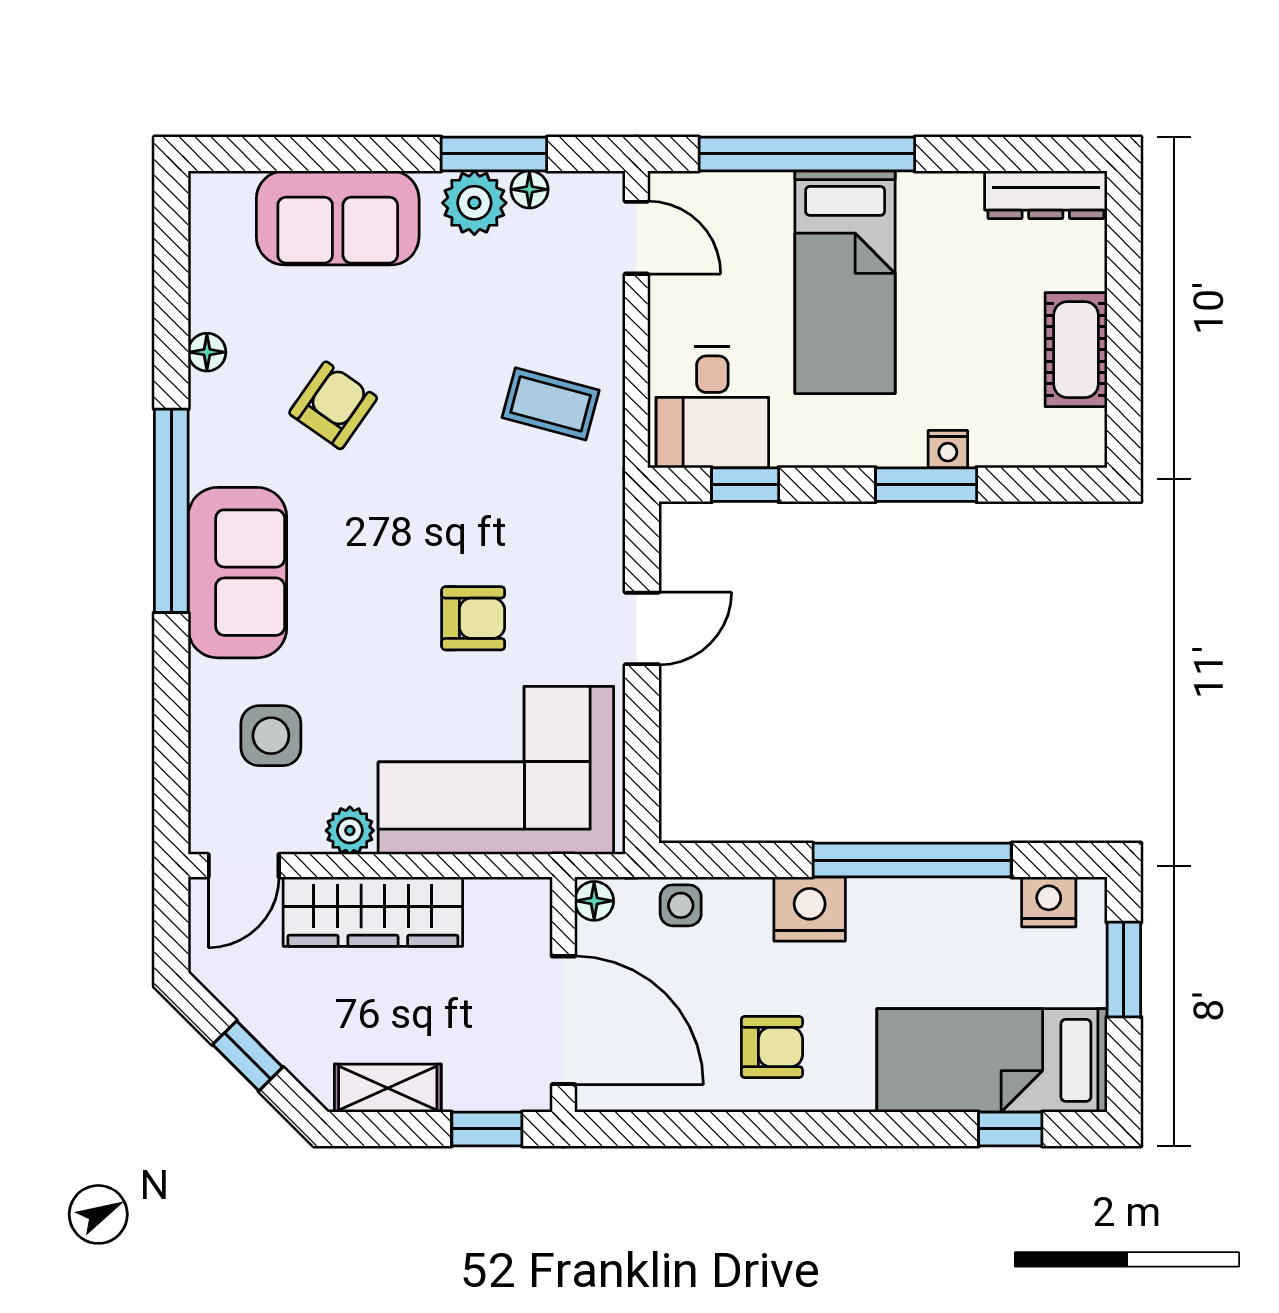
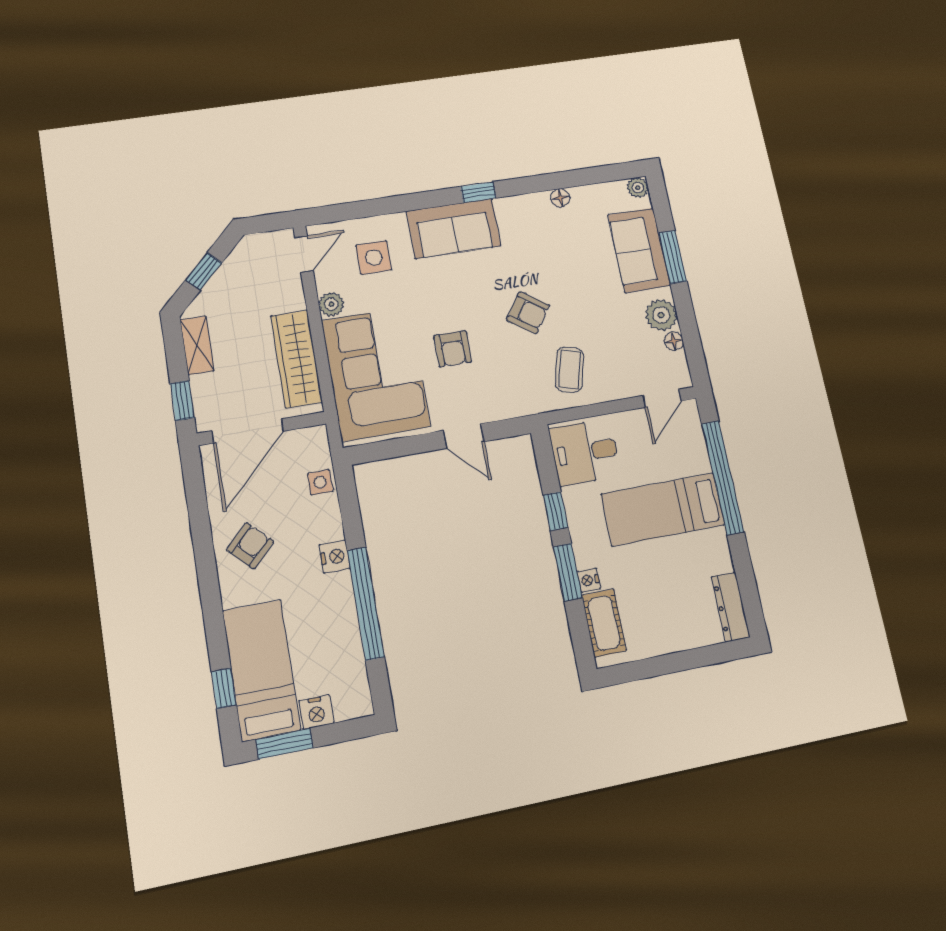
window: (494, 154) -> (673, 257), moved
plant: (210, 192) -> (638, 188), added
cot: (1076, 350) -> (604, 623), moved, turned 90
armchair: (333, 405) -> (528, 313), moved
window: (745, 485) -> (556, 511), moved
window: (171, 511) -> (478, 192), width x0.32
door: (244, 866) -> (304, 254), swing flipped
floor lamp: (594, 901) -> (315, 436), removed
nightstand: (1049, 902) -> (316, 712), moved, turned 90
nightstand: (810, 909) -> (335, 557), width x0.74, depth x0.75
wardrobe: (373, 912) -> (296, 359), moved
window: (1124, 970) -> (285, 744), moved
armchair: (772, 1047) -> (250, 546), turned -135

